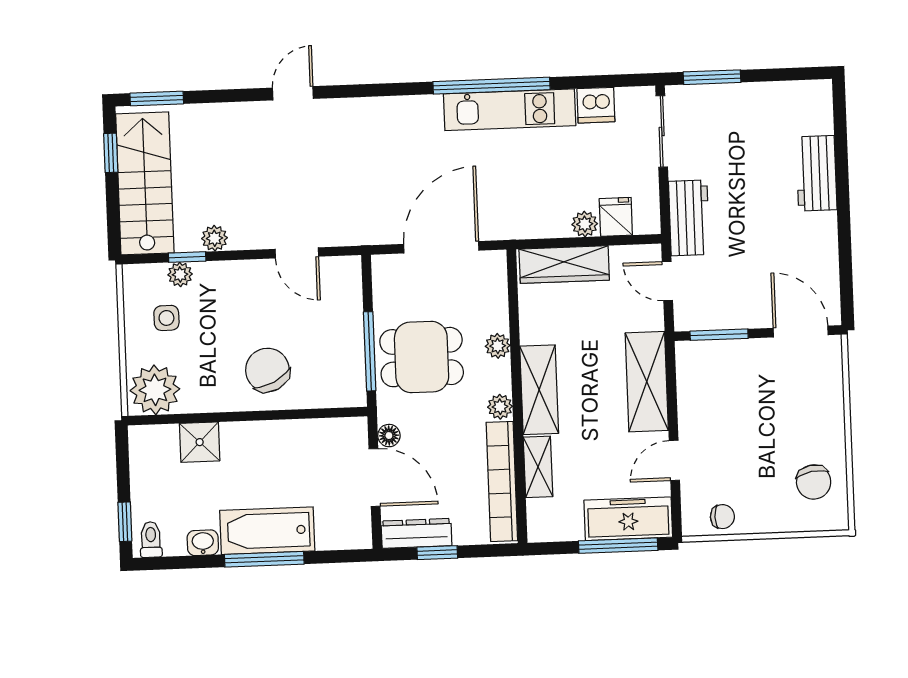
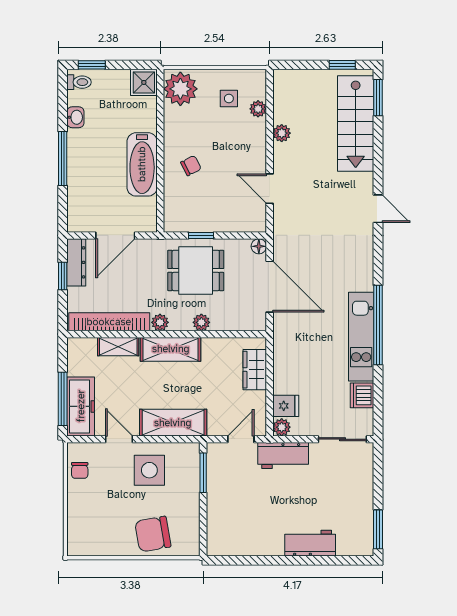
window: (712, 77) -> (378, 529), moved
door: (293, 93) -> (378, 209), moved
stairs: (145, 183) -> (356, 124), moved, turned 90
plant: (585, 224) -> (282, 427), moved
door: (297, 253) -> (270, 189), hinge flipped
window: (187, 257) -> (270, 114), removed
wardrobe: (564, 265) -> (255, 370), width x0.67
door: (801, 332) -> (203, 528), removed
window: (370, 351) -> (201, 235), width x0.46
dining table: (422, 357) -> (196, 270), turned 90
chair: (267, 370) -> (191, 166), width x0.54, depth x0.54
side table: (718, 414) -> (149, 470), added
floor lamp: (389, 436) -> (259, 246), moved
shower: (200, 442) -> (144, 82), moved
chair: (814, 482) -> (153, 534), moved, width x1.37, depth x1.37
bathtub: (267, 531) -> (142, 164), moved, turned 180

